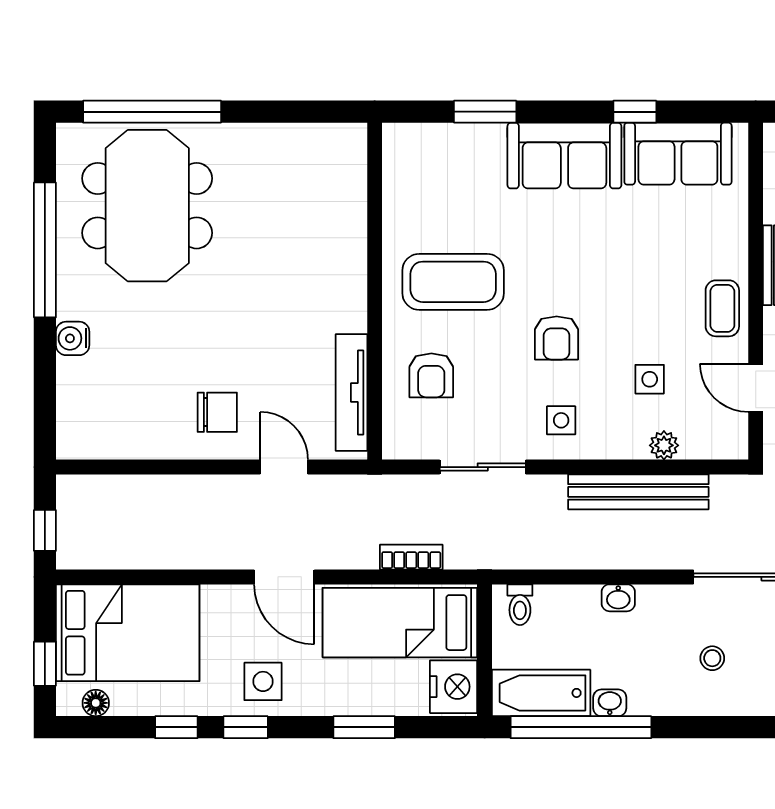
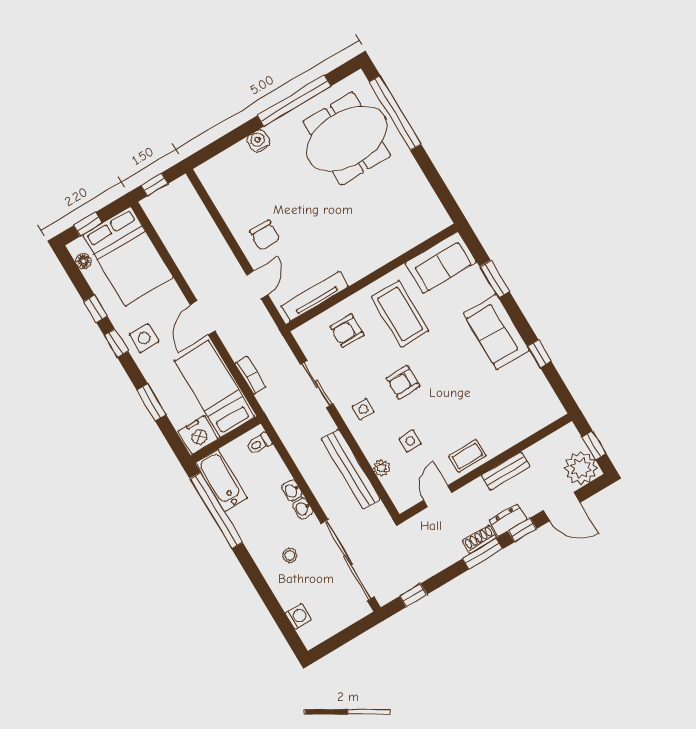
sofa: (678, 154) -> (441, 262), moved, turned -90
washbasin: (610, 703) -> (303, 509), moved, turned 180

